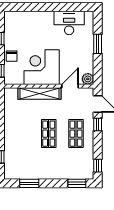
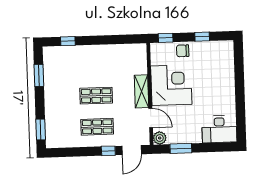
desk: (69, 23) -> (219, 129), moved, turned 90
window: (98, 44) -> (181, 148), moved
shelving: (39, 94) -> (142, 91), width x0.68
window: (98, 166) -> (62, 152), removed

